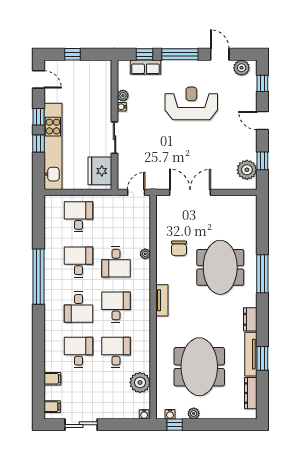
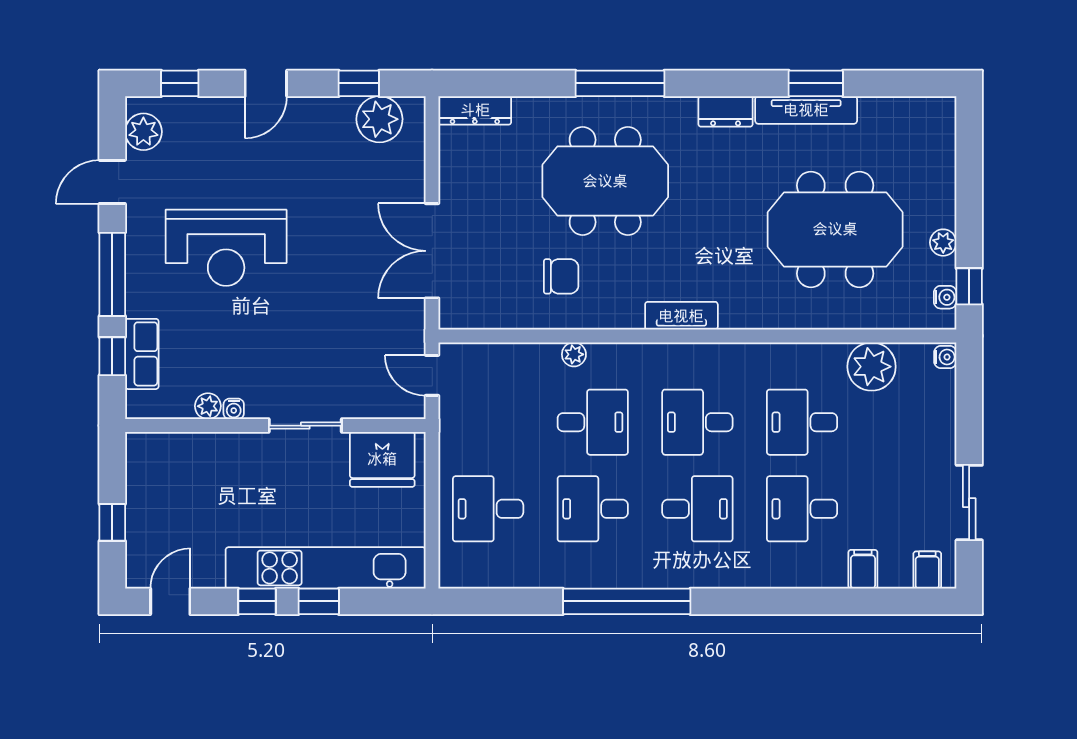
reception desk: (191, 103) -> (226, 248), turned -90
dresser: (251, 393) -> (475, 110), moved

